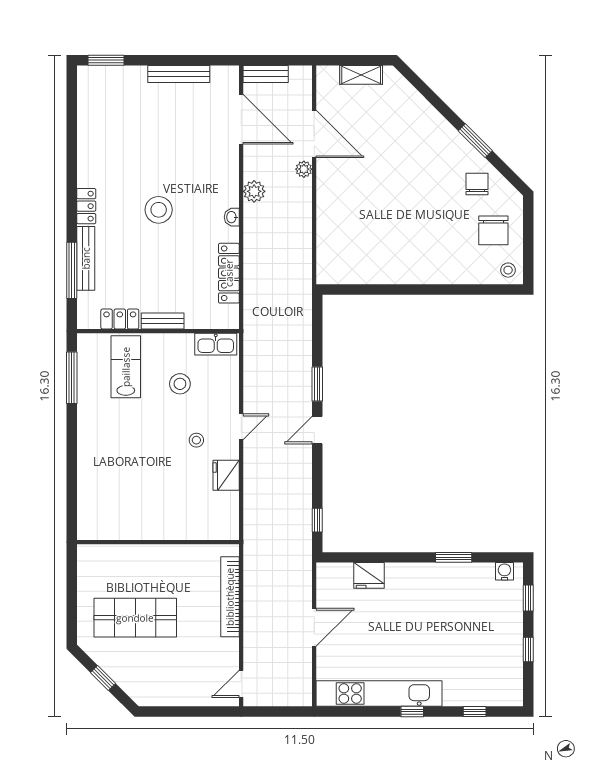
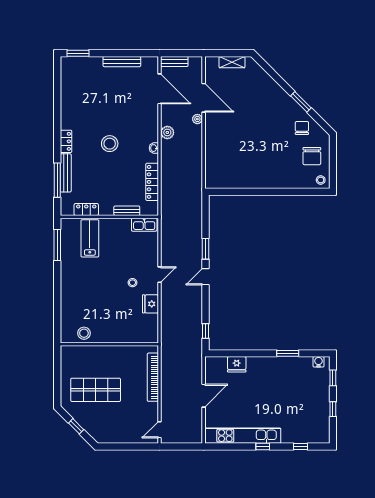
bench: (163, 321) -> (127, 211), moved
stool: (180, 384) -> (84, 333), moved

